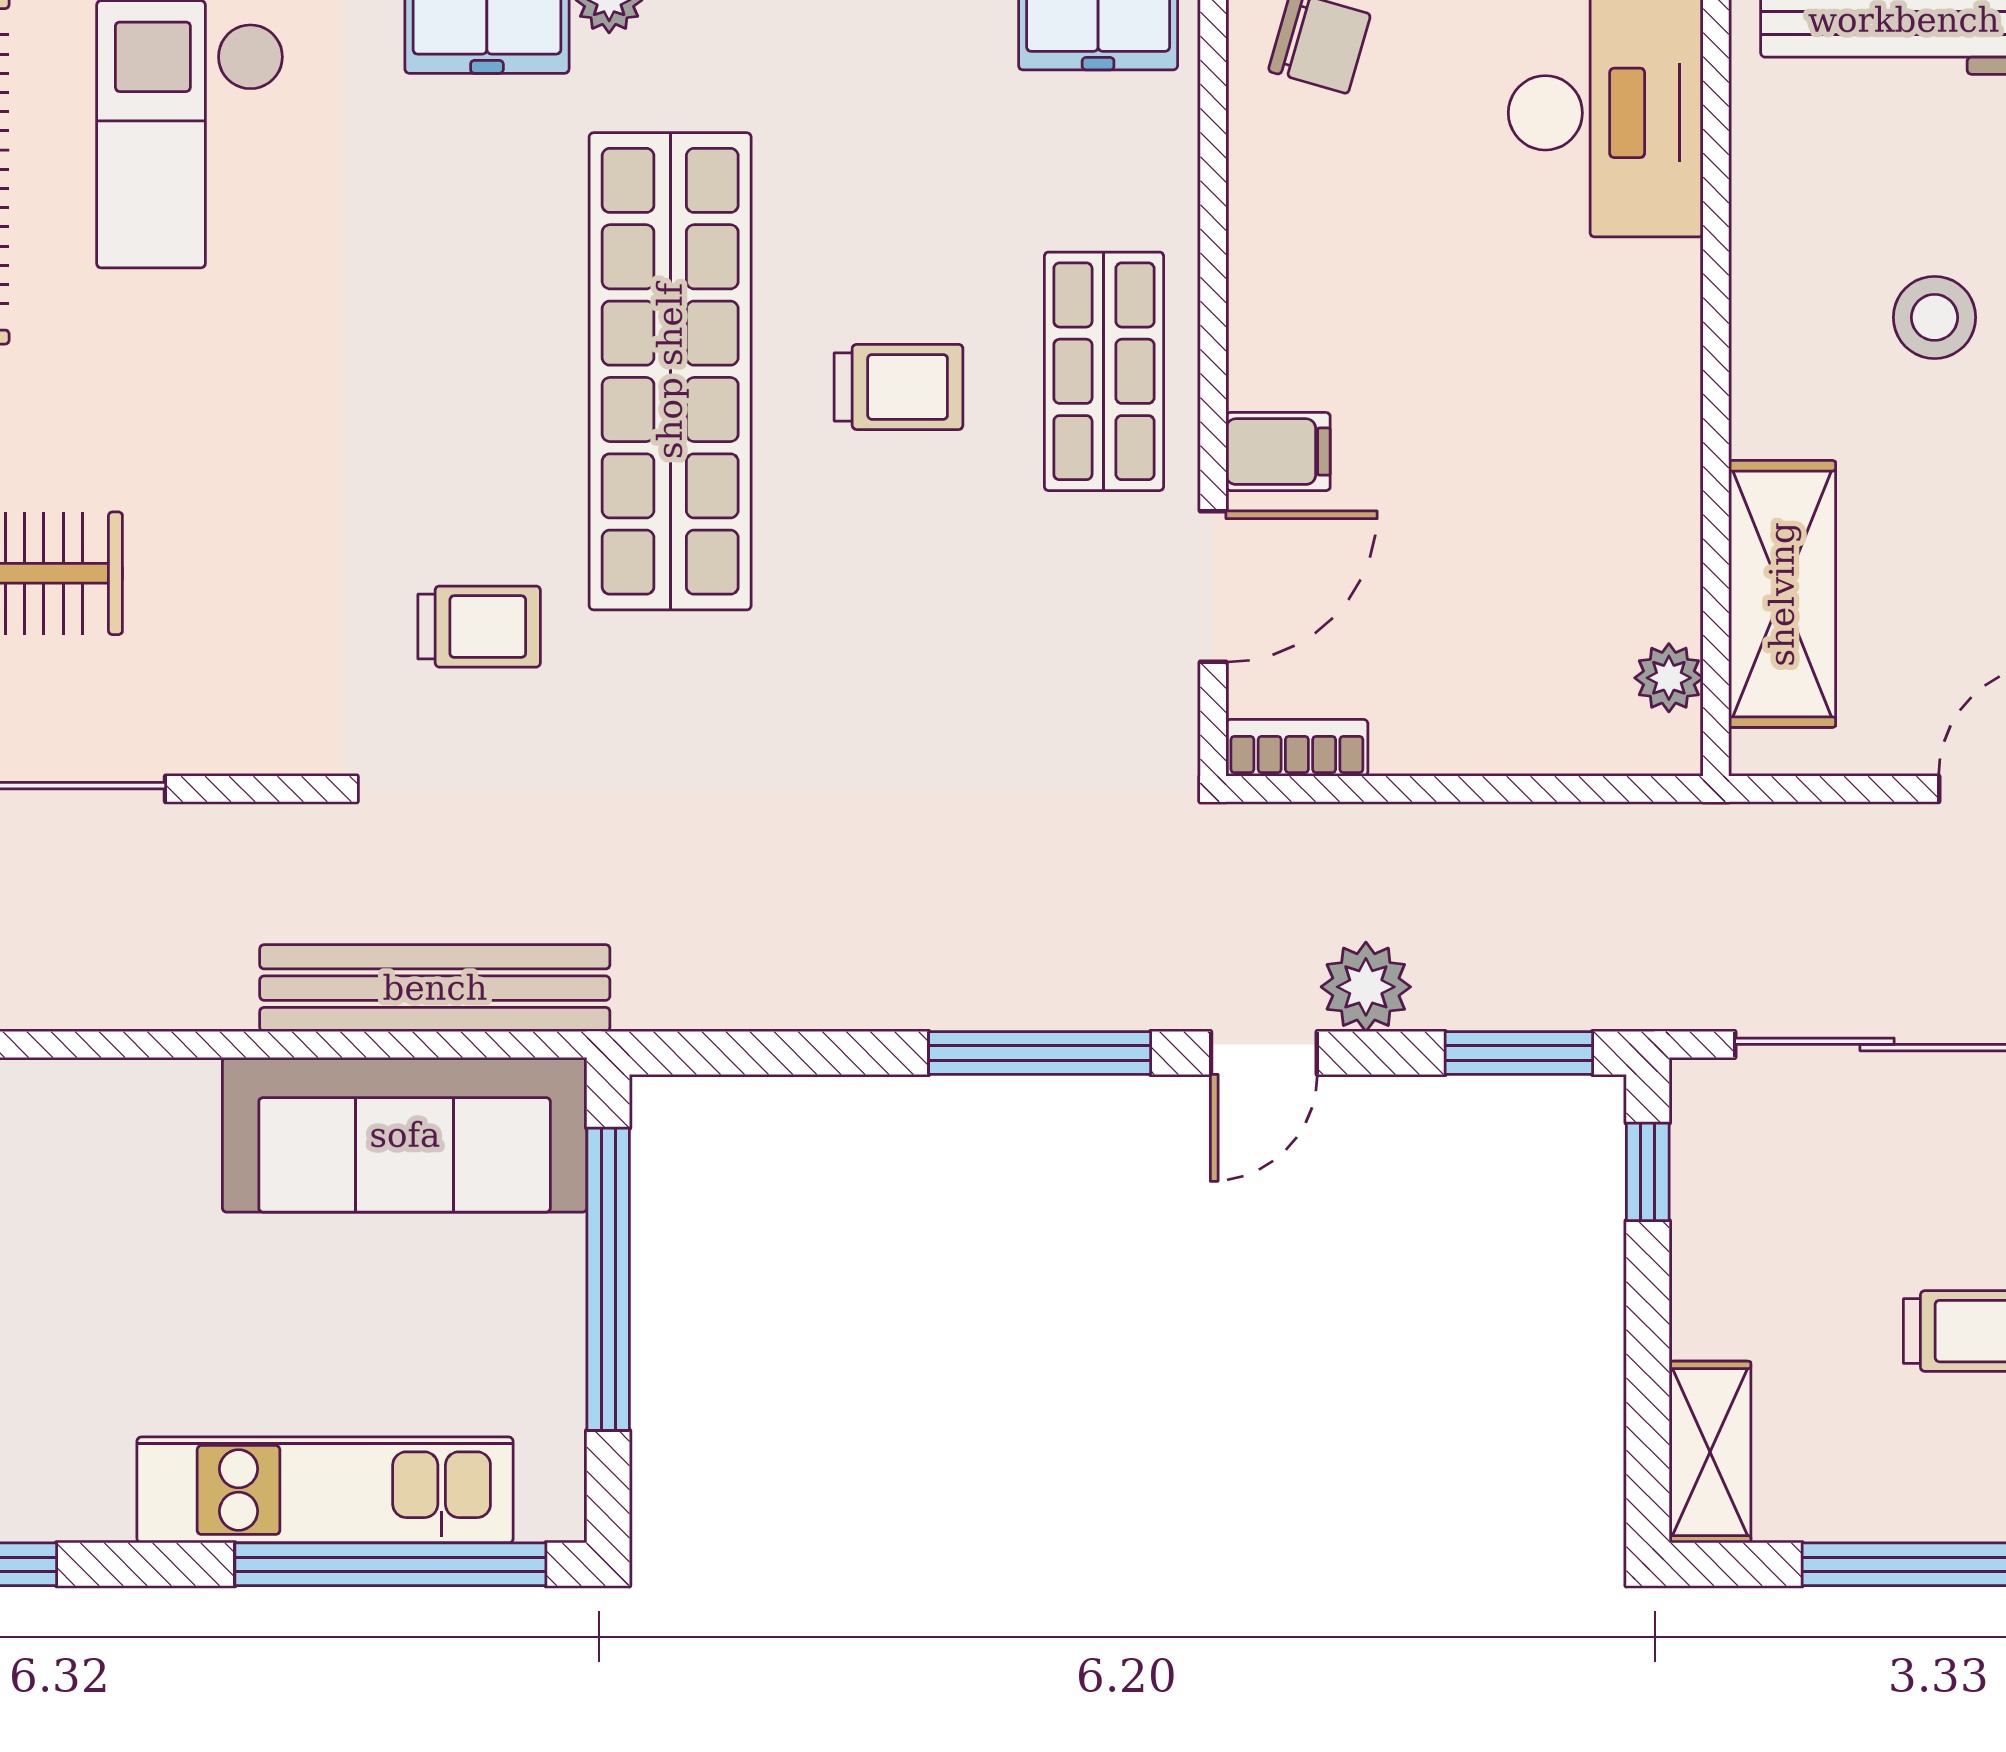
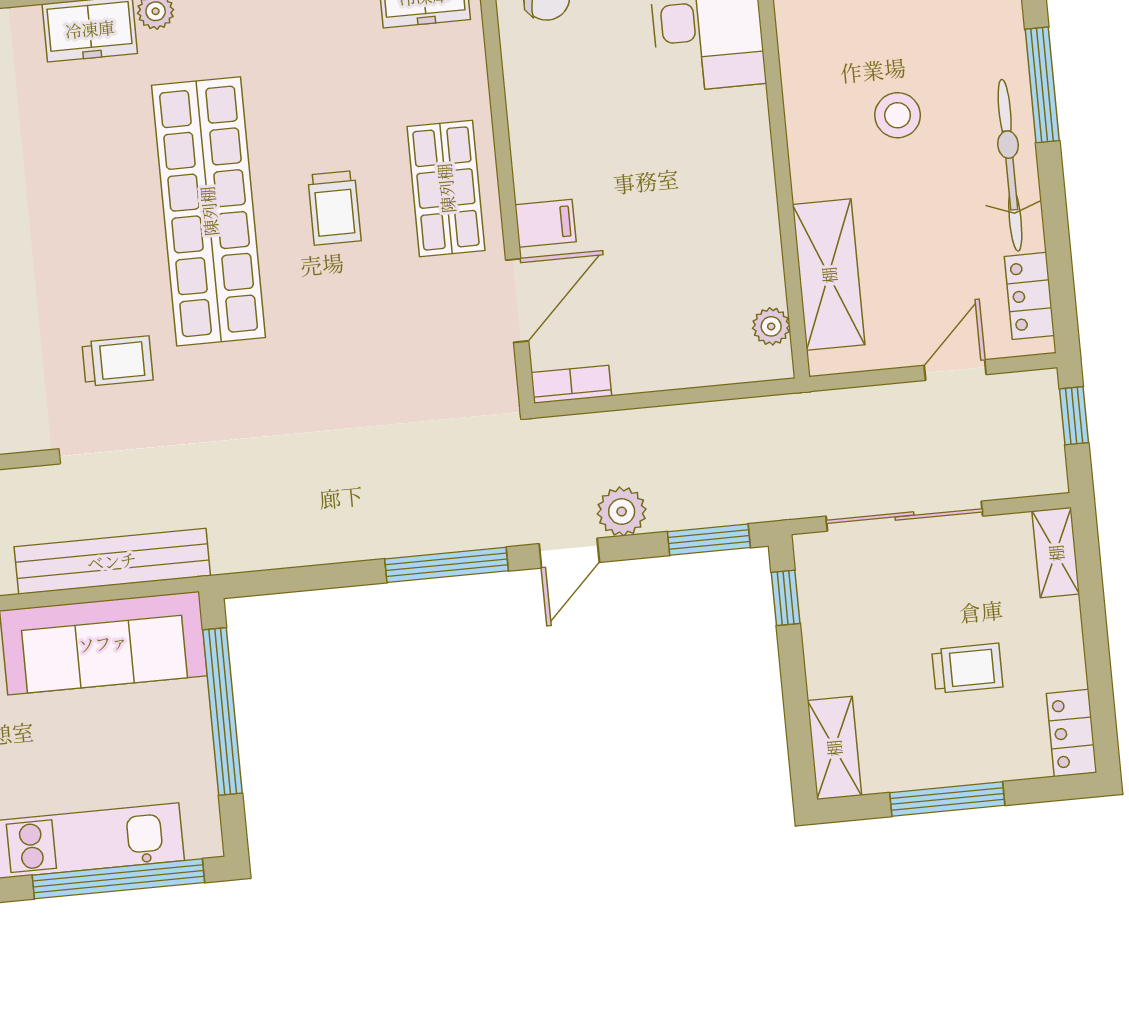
trolley: (899, 387) -> (334, 208), turned 90

